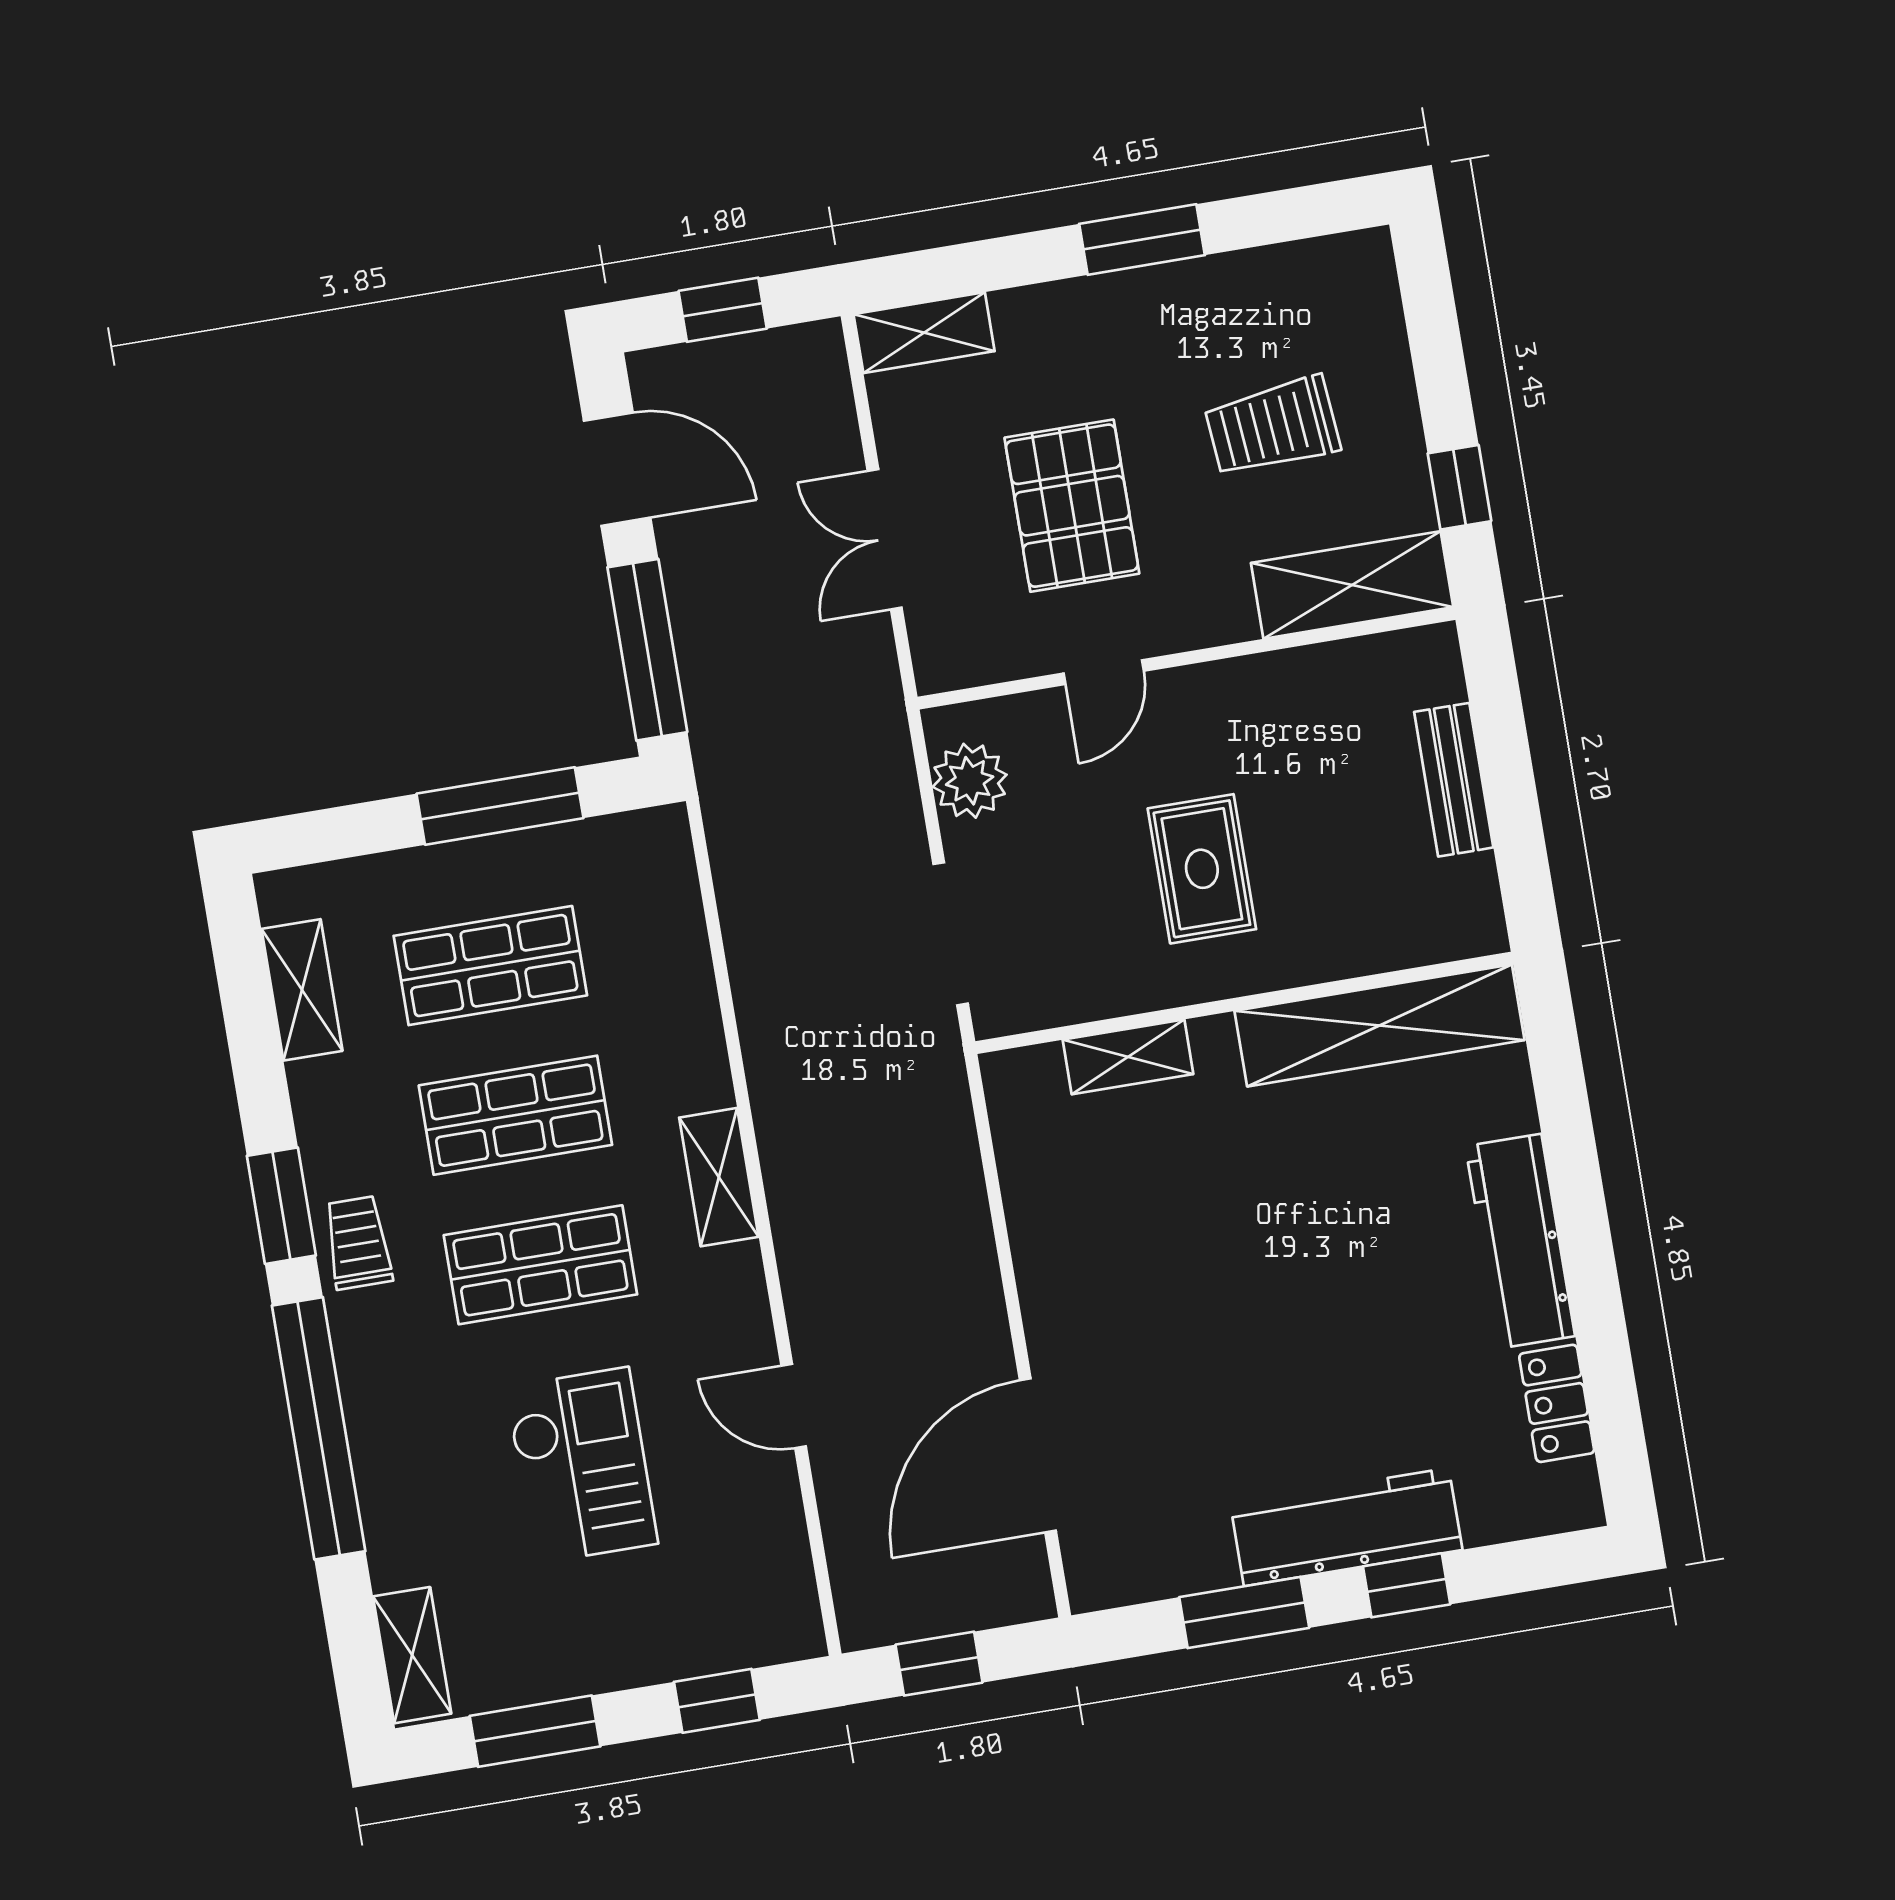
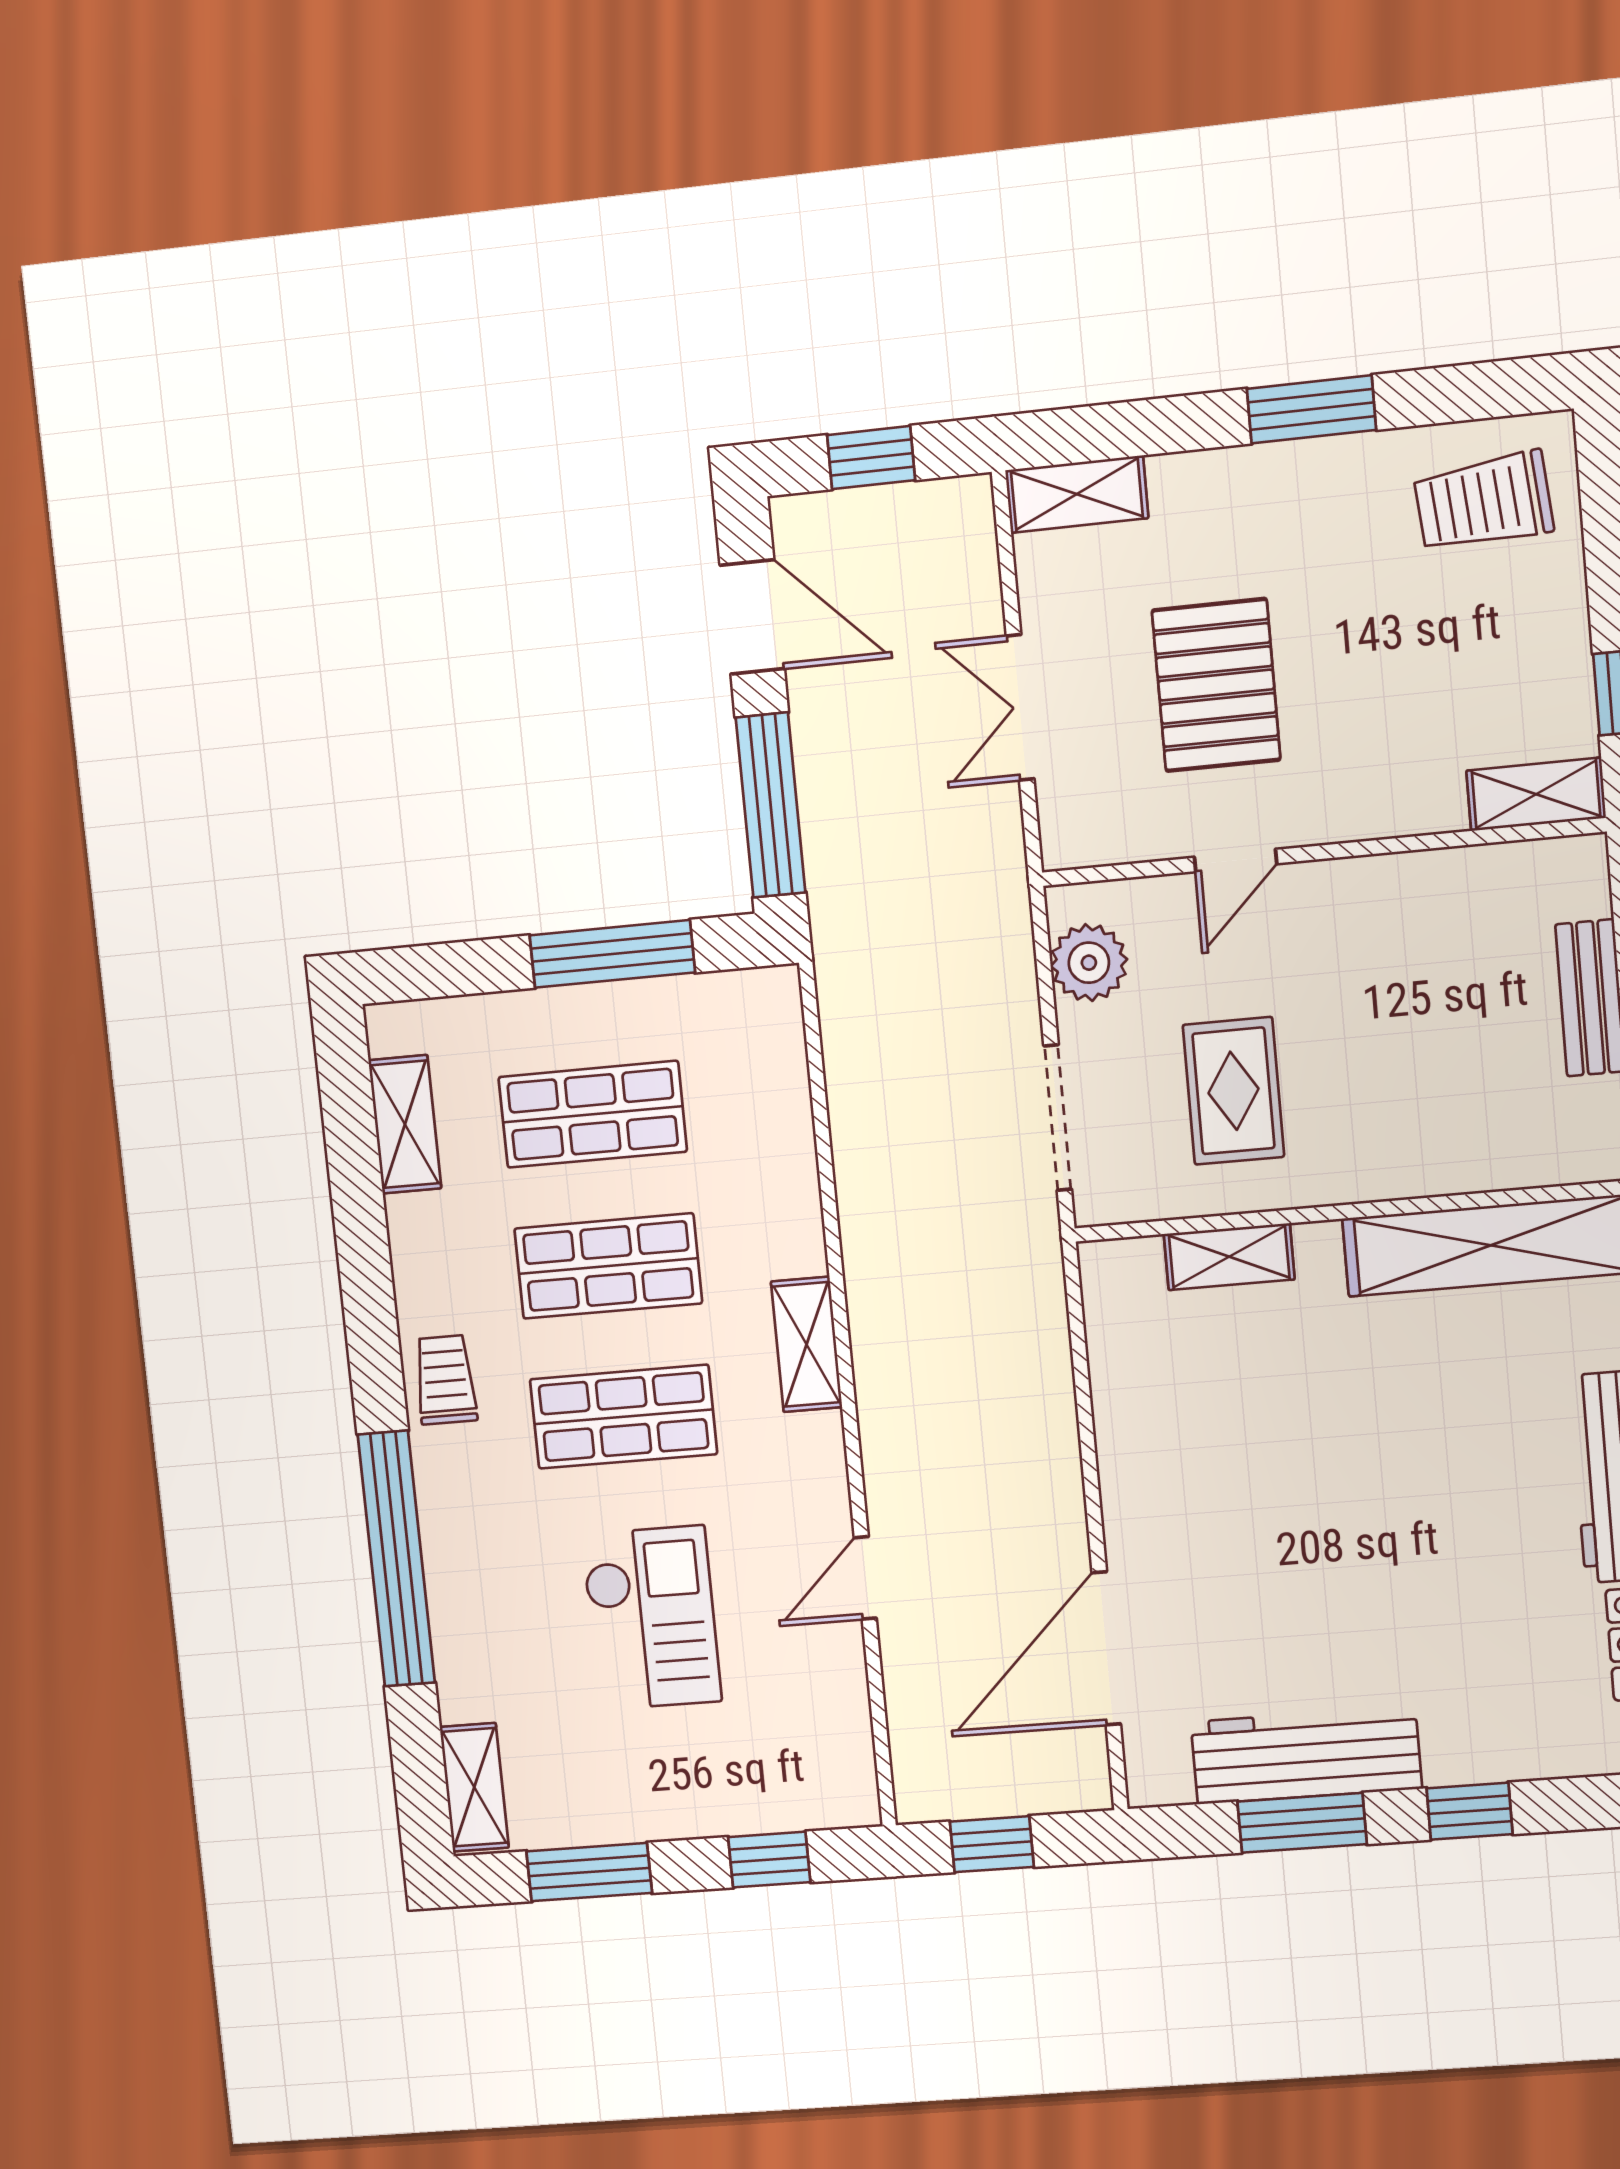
trolley: (1272, 427) -> (1484, 502), moved
shelving: (1352, 585) -> (1536, 794), width x0.67, depth x0.75
rug: (1202, 869) -> (1233, 1091), moved
window: (281, 1206) -> (372, 1337), removed
door: (794, 1406) -> (865, 1578), hinge flipped
workbench: (1346, 1527) -> (1306, 1755), moved

